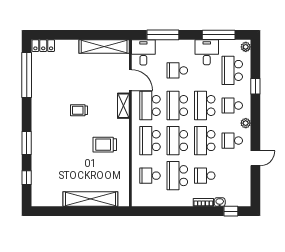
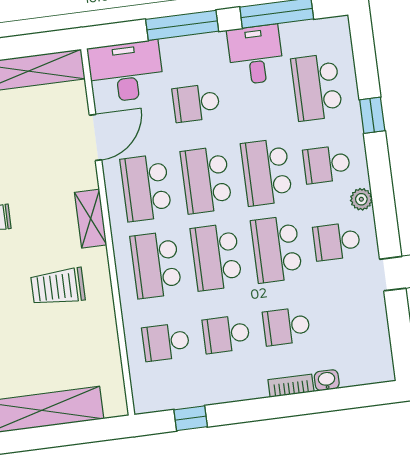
window: (163, 35) -> (182, 25), moved
plant: (246, 47) -> (340, 32), removed
desk: (143, 52) -> (126, 72), width x1.37
door: (130, 80) -> (96, 137), hinge flipped
shelving: (123, 106) -> (91, 219), moved
school desk: (177, 176) -> (226, 334), width x0.54
window: (231, 211) -> (191, 418), moved

